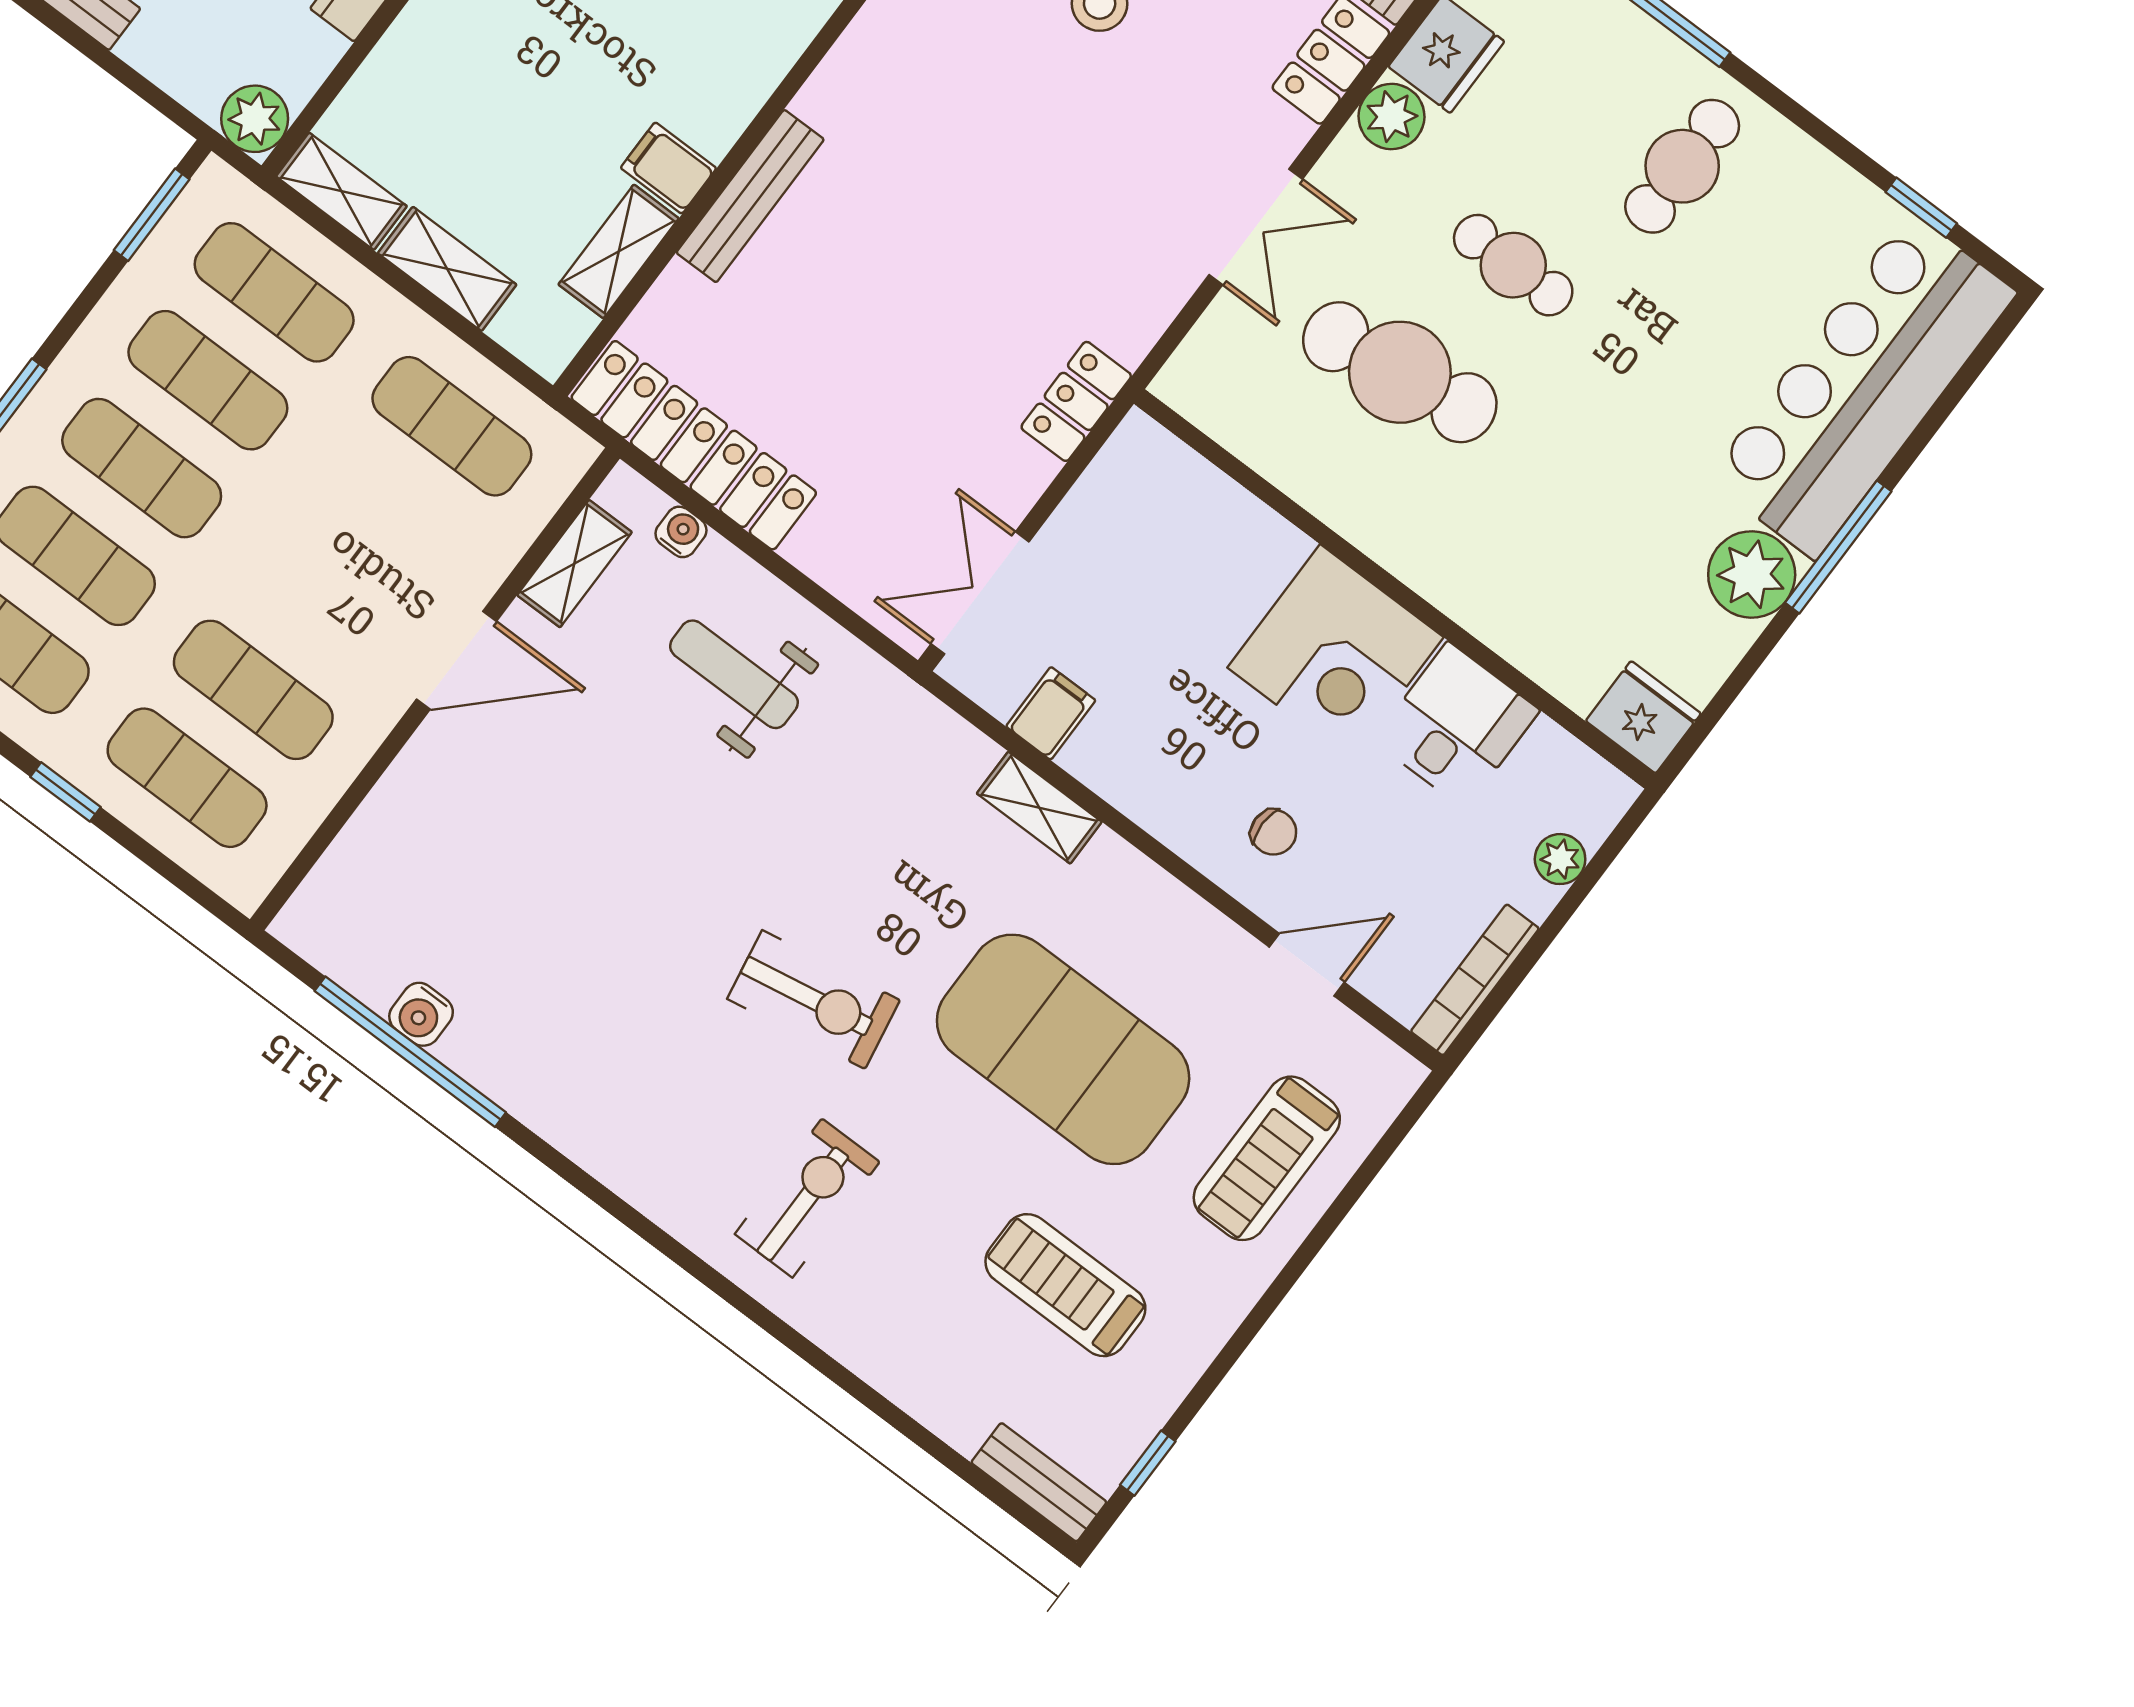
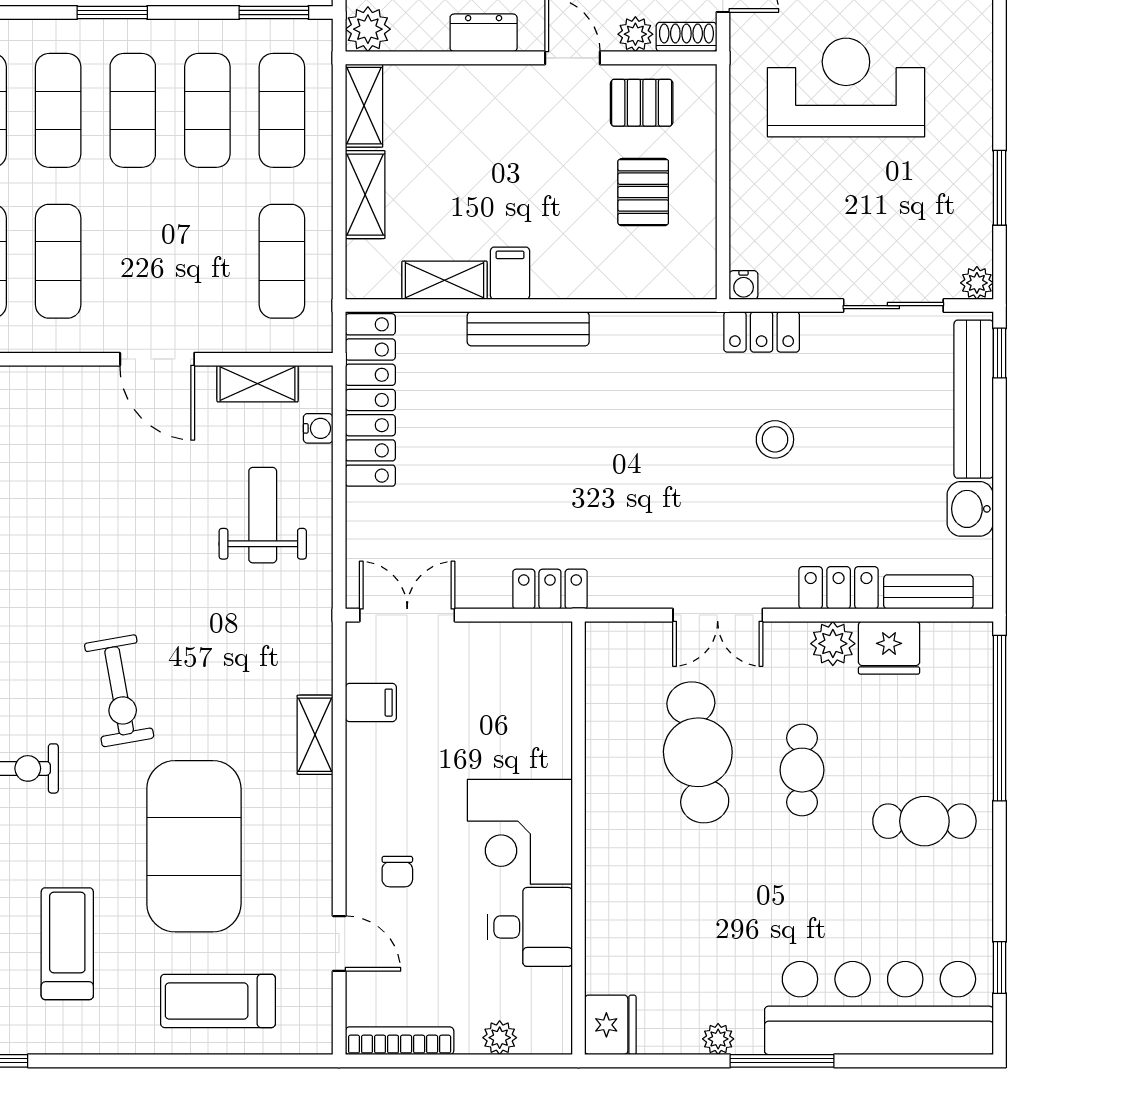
plant: (1752, 574) -> (718, 1039), width x0.53, depth x0.53

